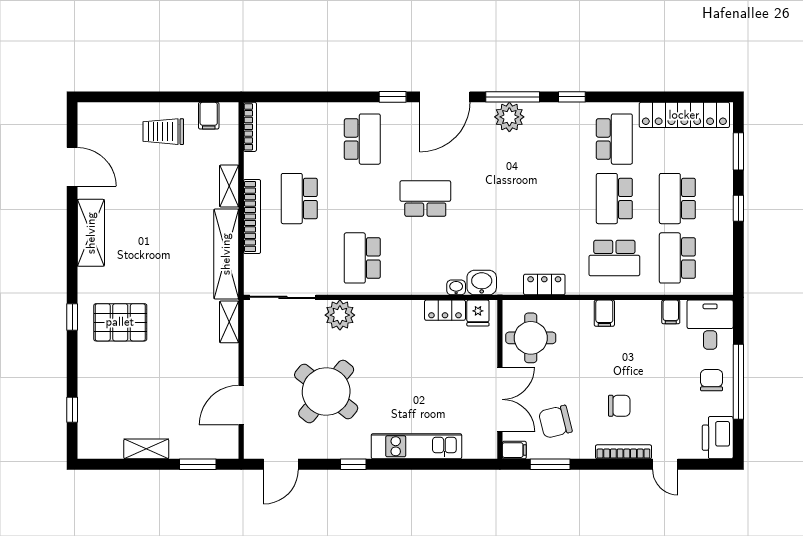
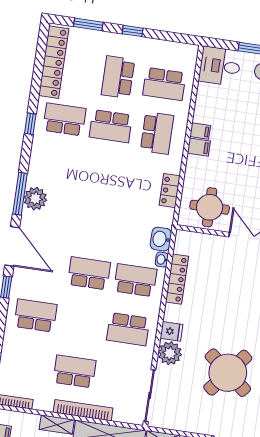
window: (572, 97) -> (30, 124), moved
school desk: (299, 199) -> (75, 371), turned 180
school desk: (425, 199) -> (89, 273), turned 90
school desk: (677, 199) -> (118, 77), turned 90
school desk: (425, 258) -> (135, 280), added
locker: (445, 310) -> (177, 279), width x1.53
filing cabinet: (671, 312) -> (200, 131), moved
fridge: (478, 313) -> (172, 331), moved

